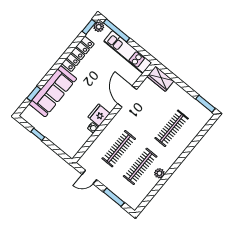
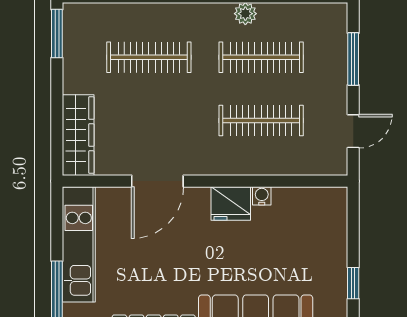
wardrobe: (160, 79) -> (78, 135), width x1.50
door: (89, 177) -> (353, 131), hinge flipped

